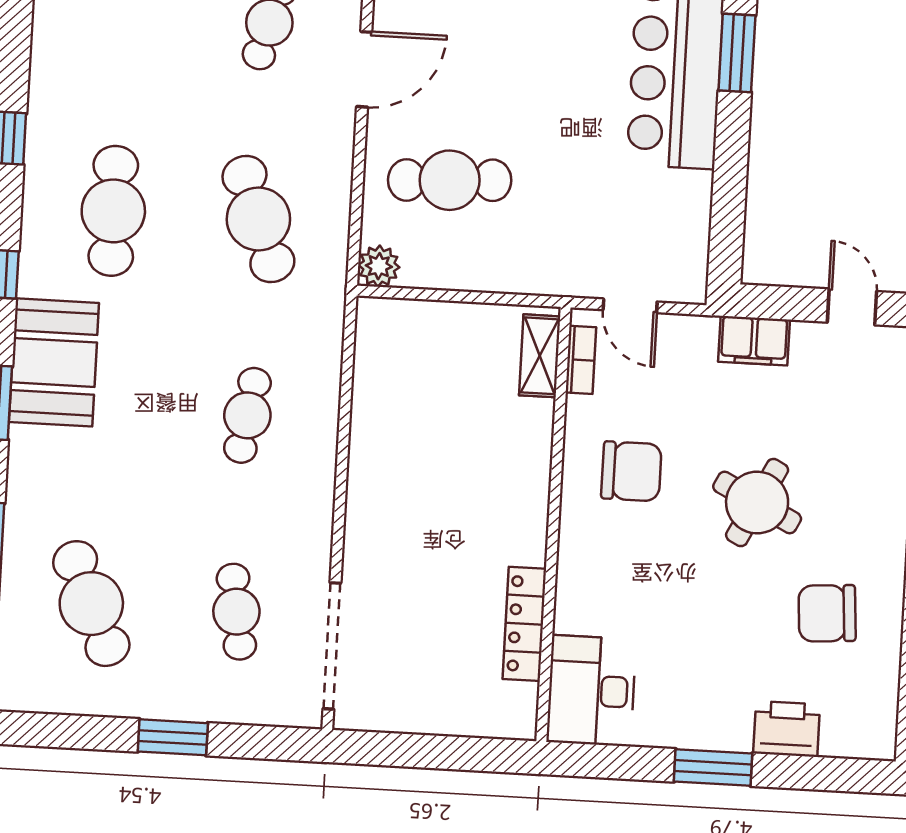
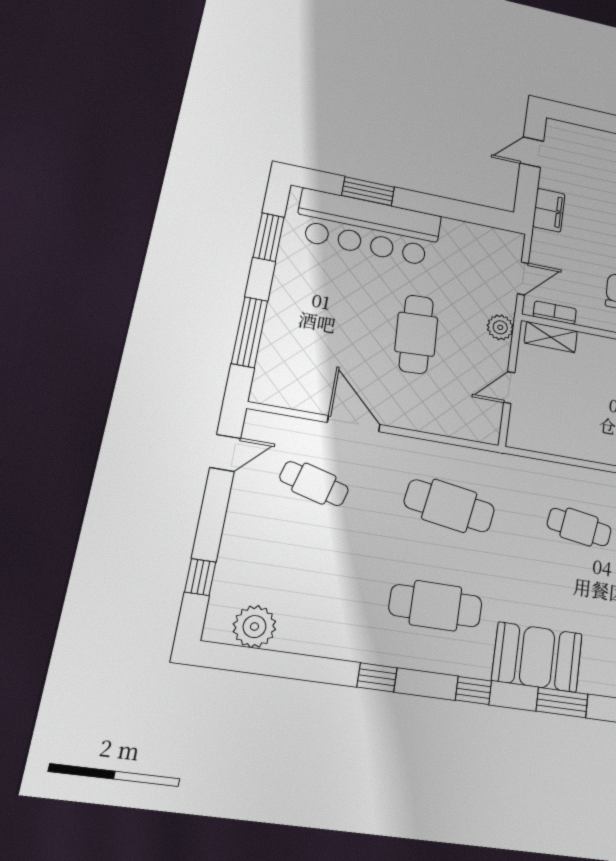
cafe table: (450, 180) -> (416, 334), moved
cafe table: (258, 219) -> (449, 506), turned 30
plant: (379, 266) -> (500, 327), moved
door: (449, 296) -> (509, 388), added

